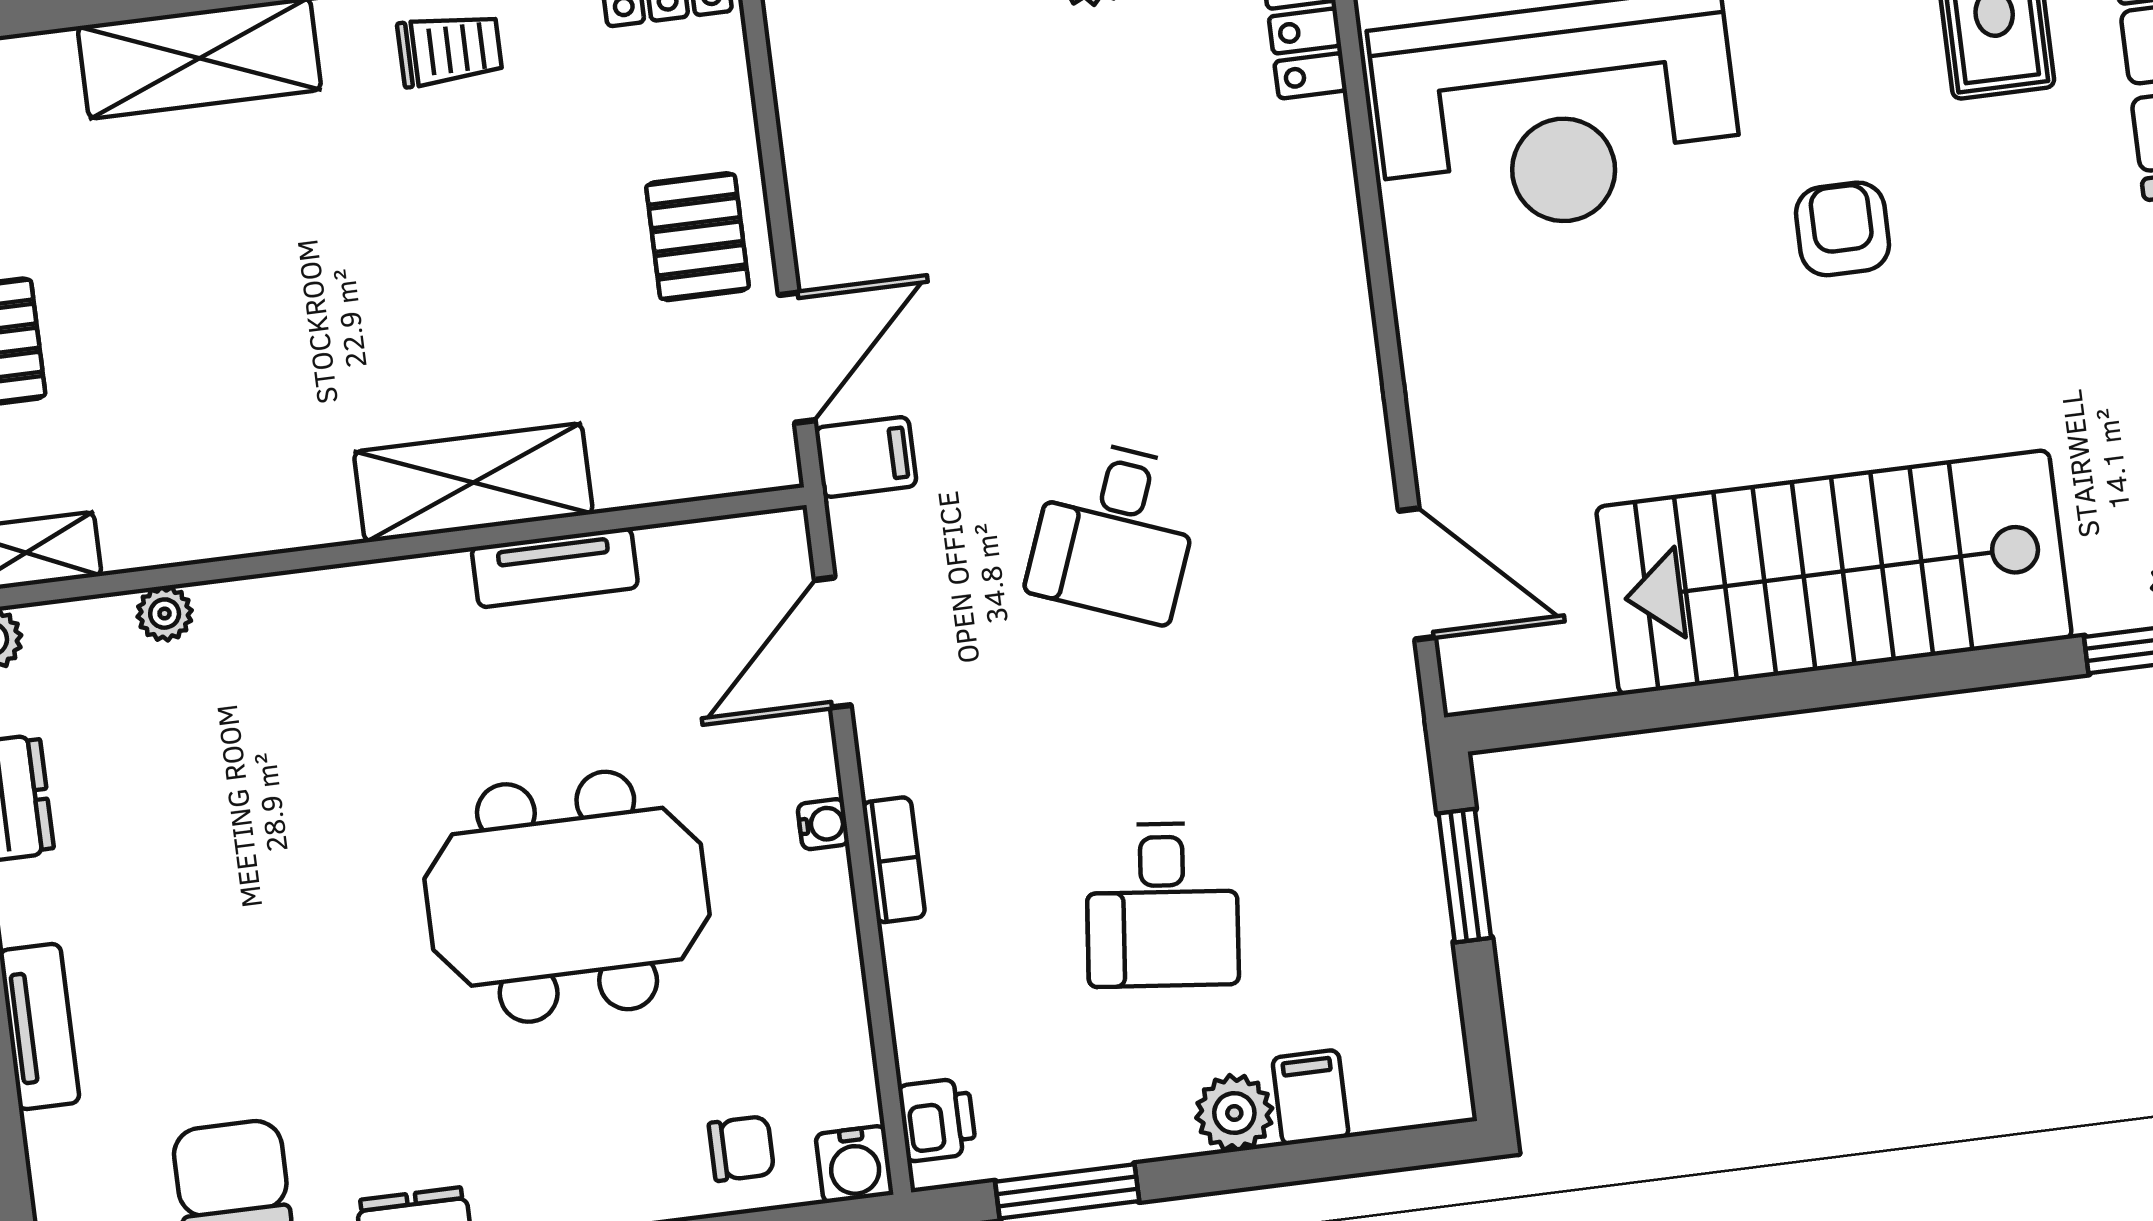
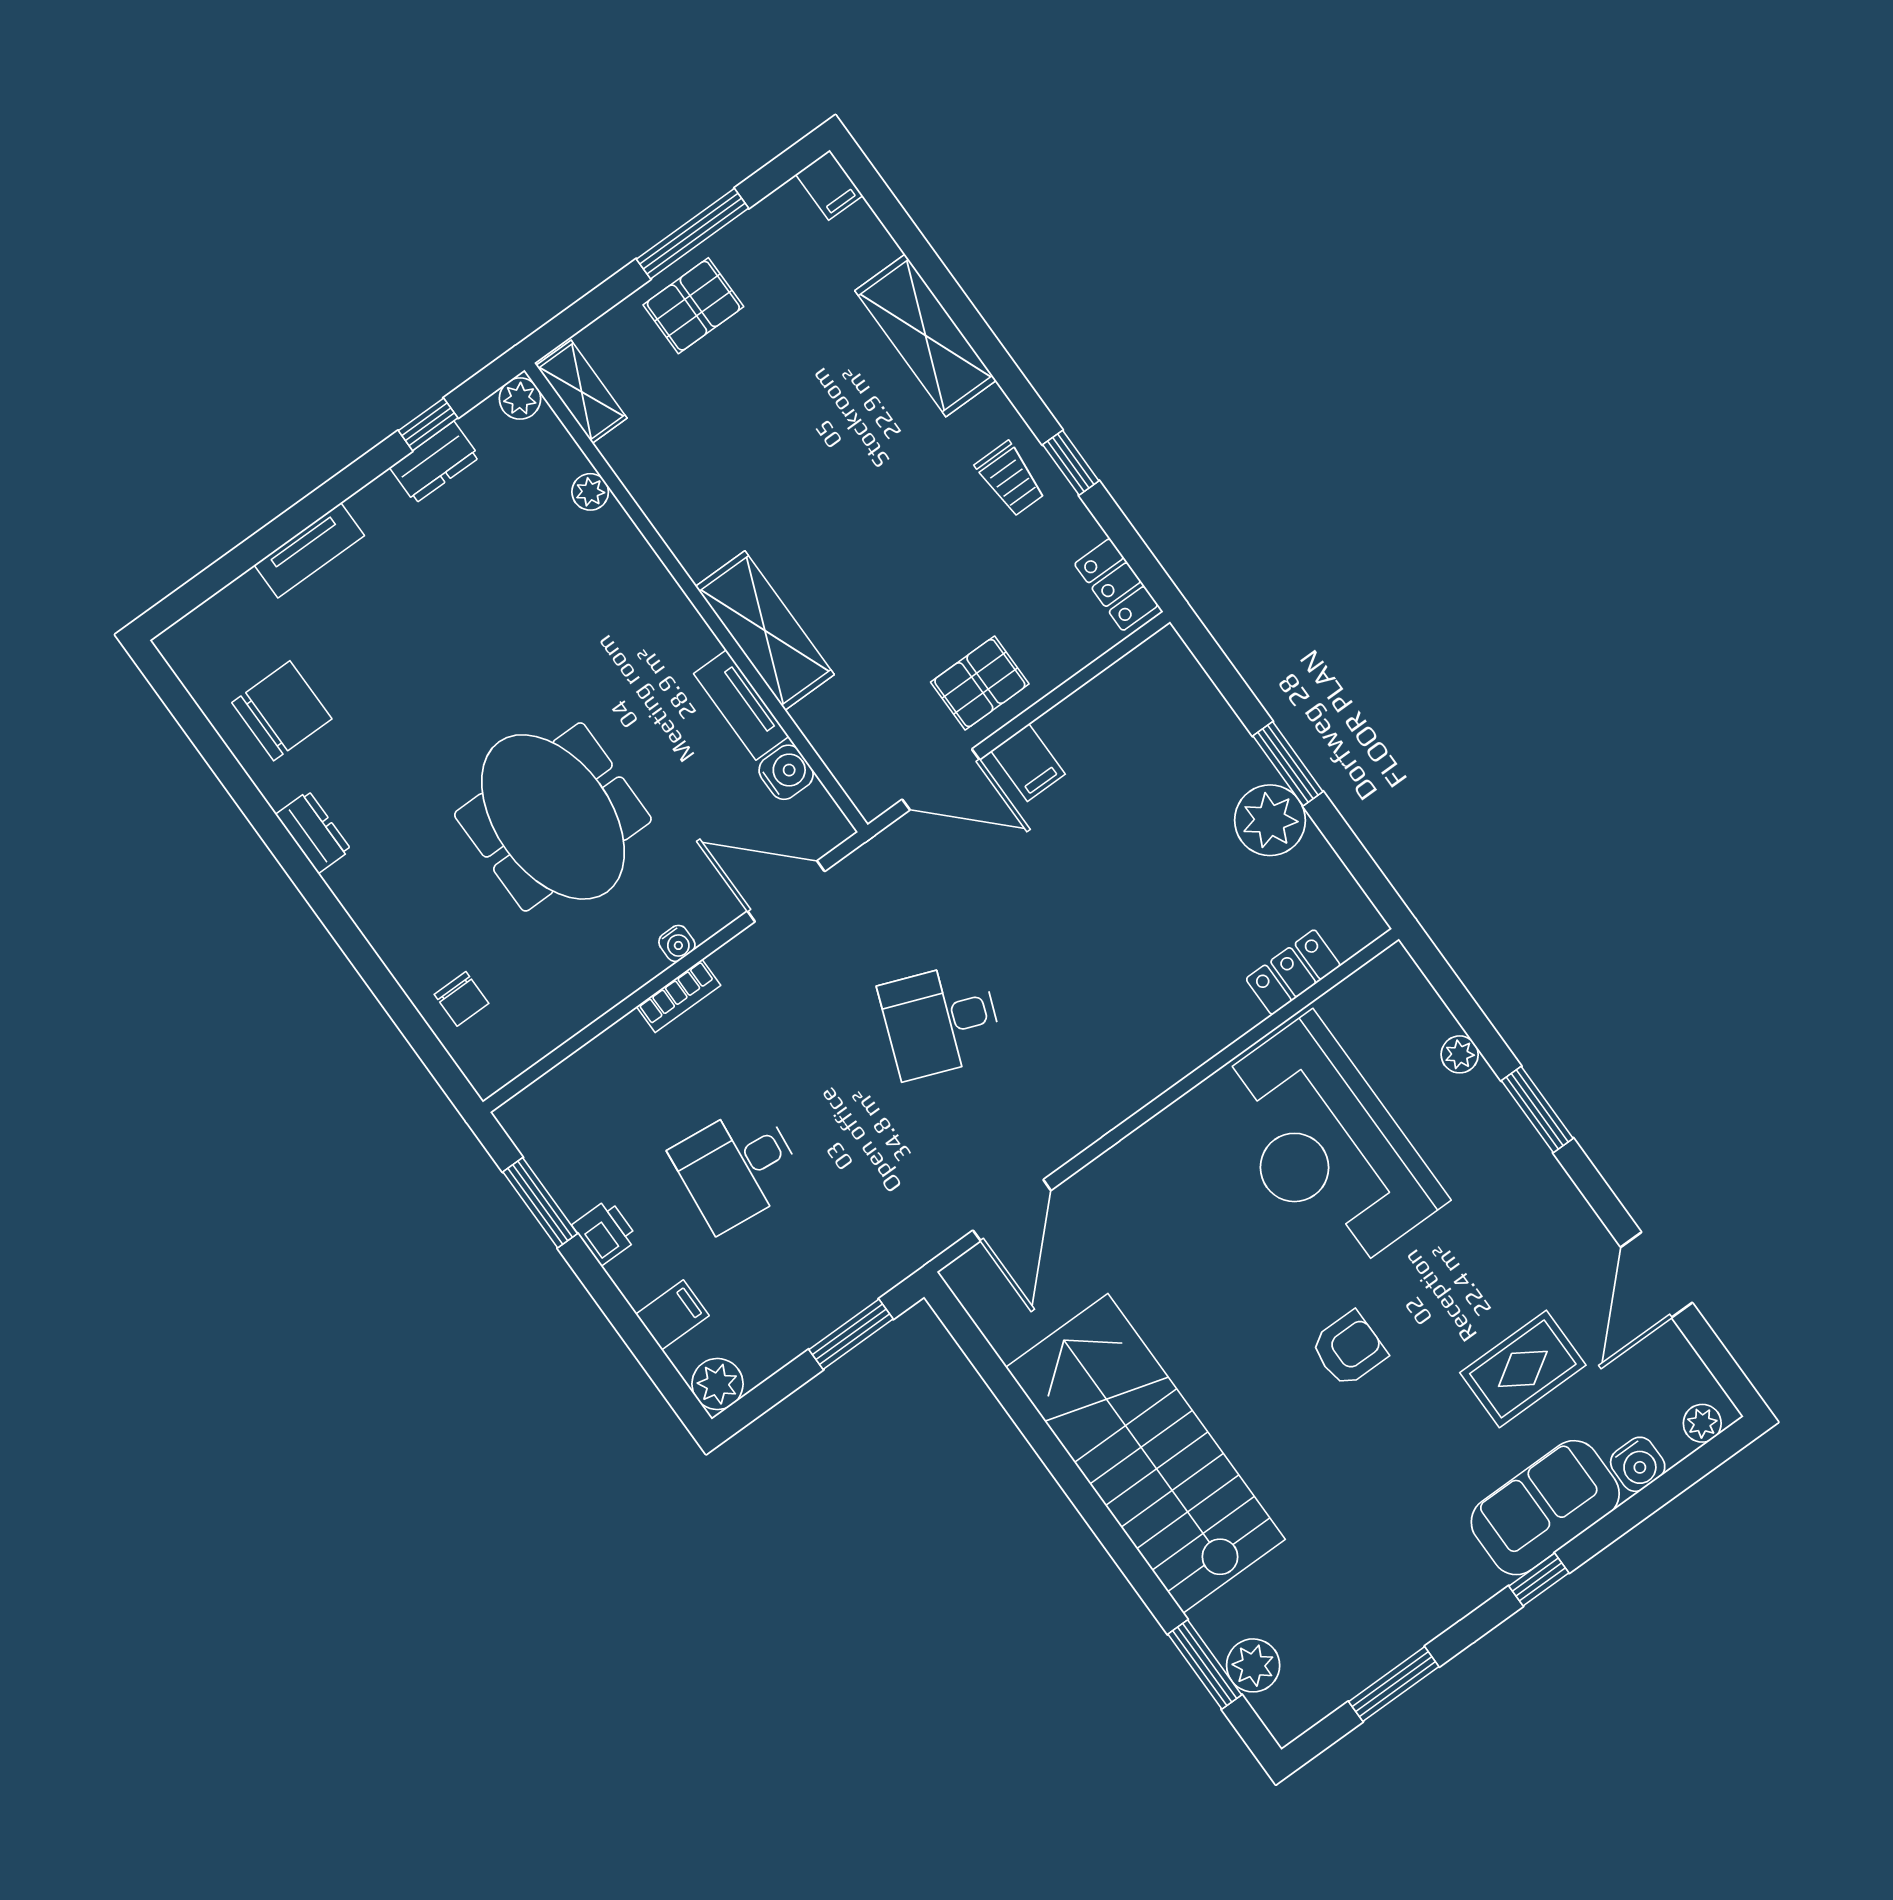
filing cabinet: (866, 457) -> (1028, 762), moved
plant: (1234, 1113) -> (717, 1384), moved
printer: (937, 1120) -> (605, 1232), moved, turned -90
water cooler: (854, 1164) -> (786, 772), moved, turned 180

